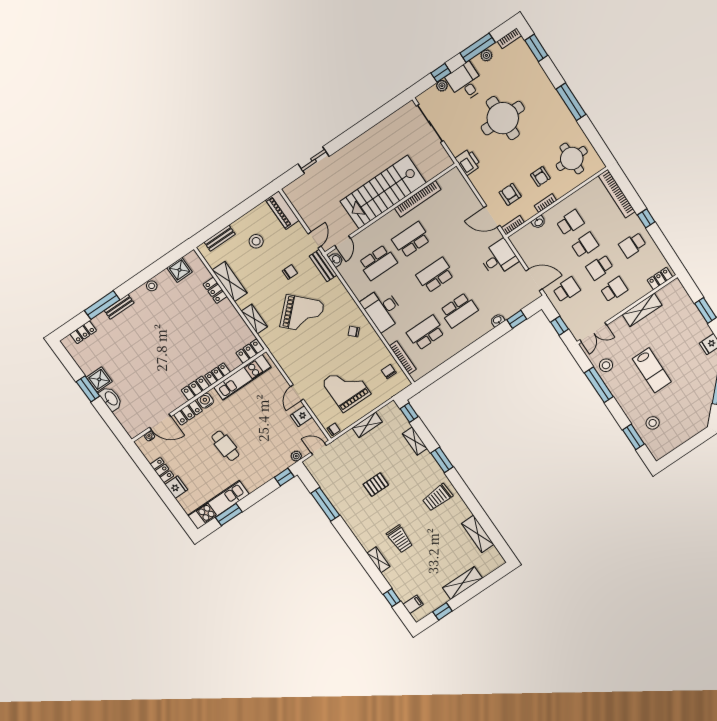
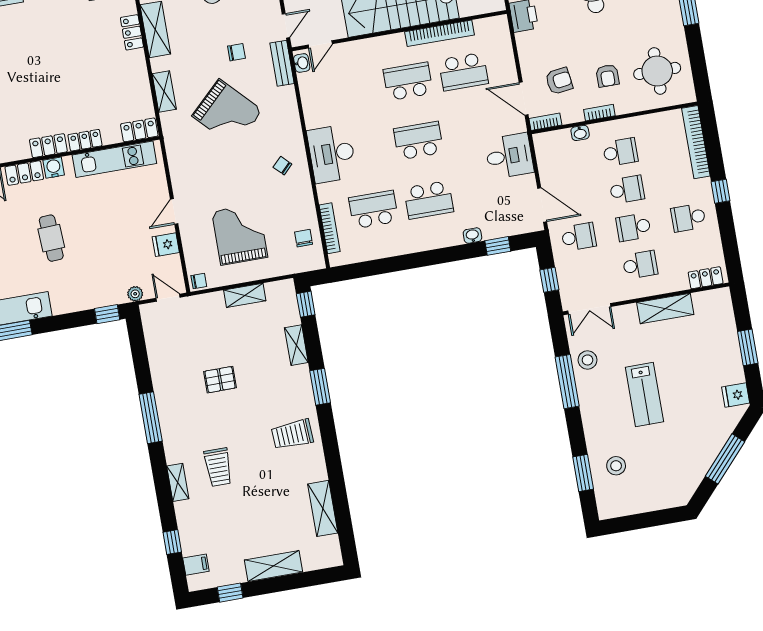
armchair: (510, 194) -> (559, 81), turned 82
school desk: (378, 263) -> (463, 72), moved
window: (325, 504) -> (151, 418), moved

